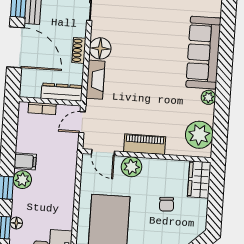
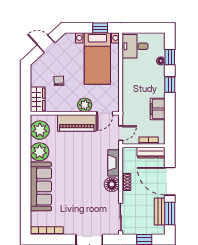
dresser: (62, 92) -> (151, 153), moved
plant: (208, 97) -> (40, 152), width x1.87, depth x1.87
piano: (145, 144) -> (77, 123), width x1.37, depth x1.33
door: (103, 153) -> (105, 113), swing flipped
filing cabinet: (25, 161) -> (158, 109), width x2.00
plant: (22, 180) -> (159, 91), removed

